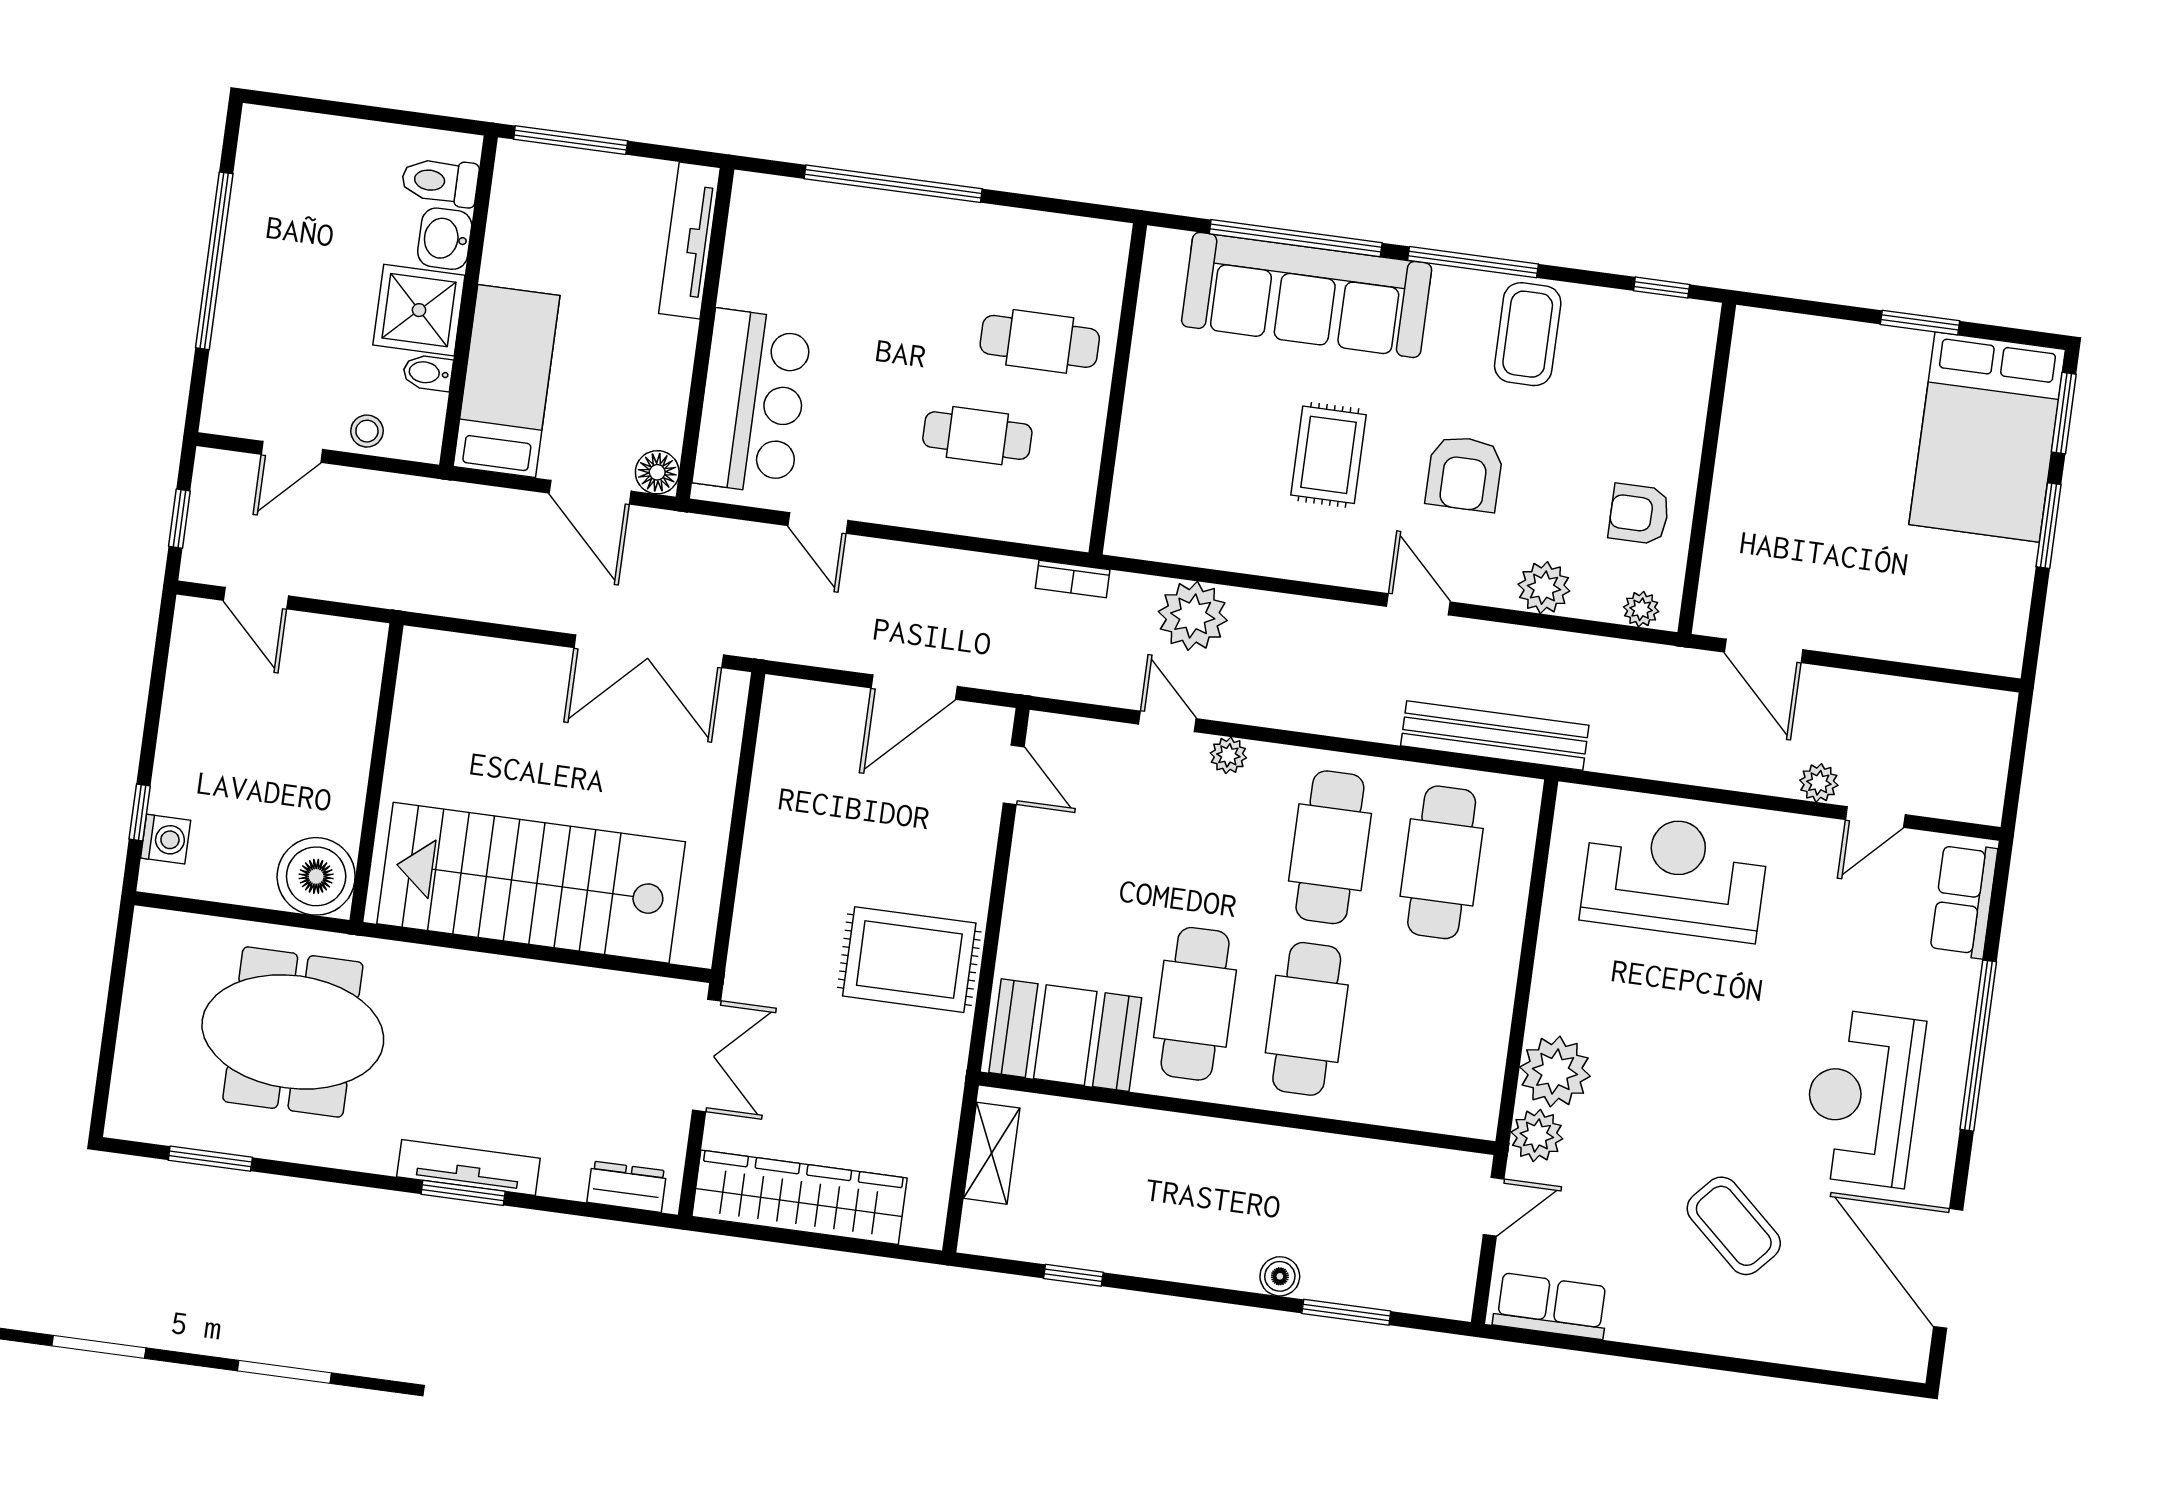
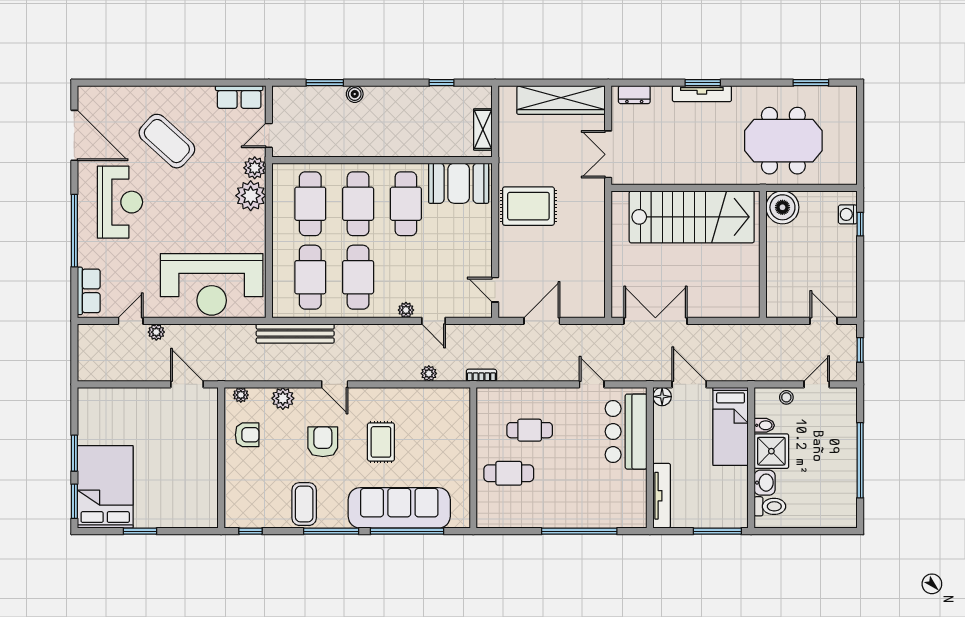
plant: (1193, 616) -> (429, 373), width x0.53, depth x0.53
reception desk: (1674, 877) -> (212, 284), width x1.36, depth x1.30
cafe table: (1418, 1034) -> (310, 204), added
coffee table: (1734, 1226) -> (167, 141), width x1.36, depth x1.32

